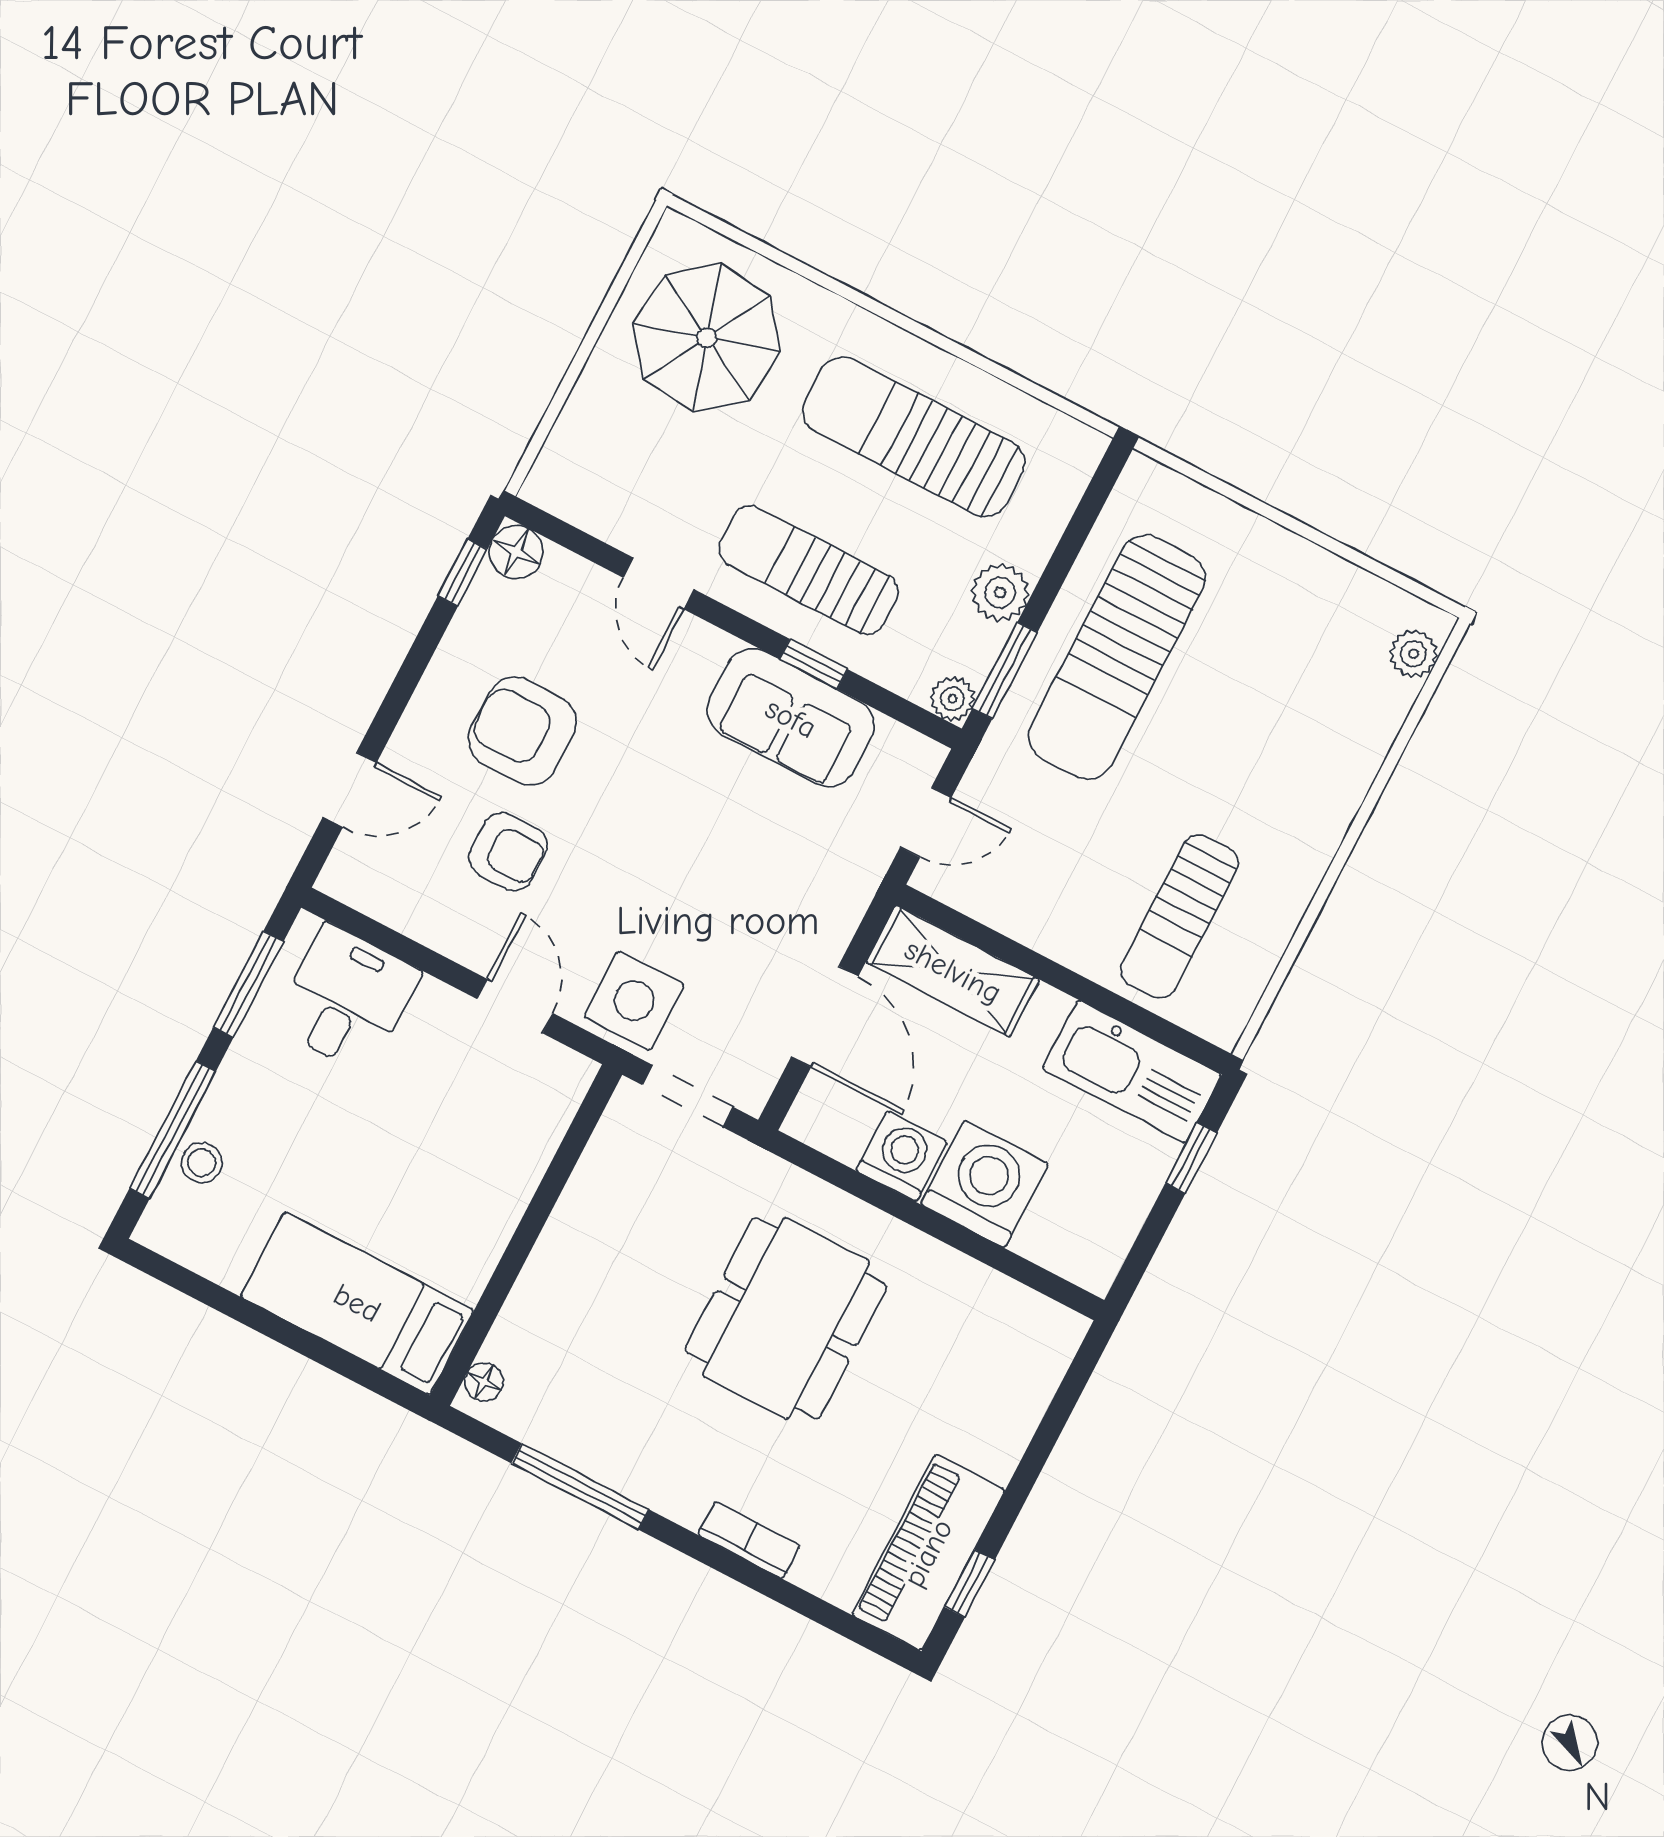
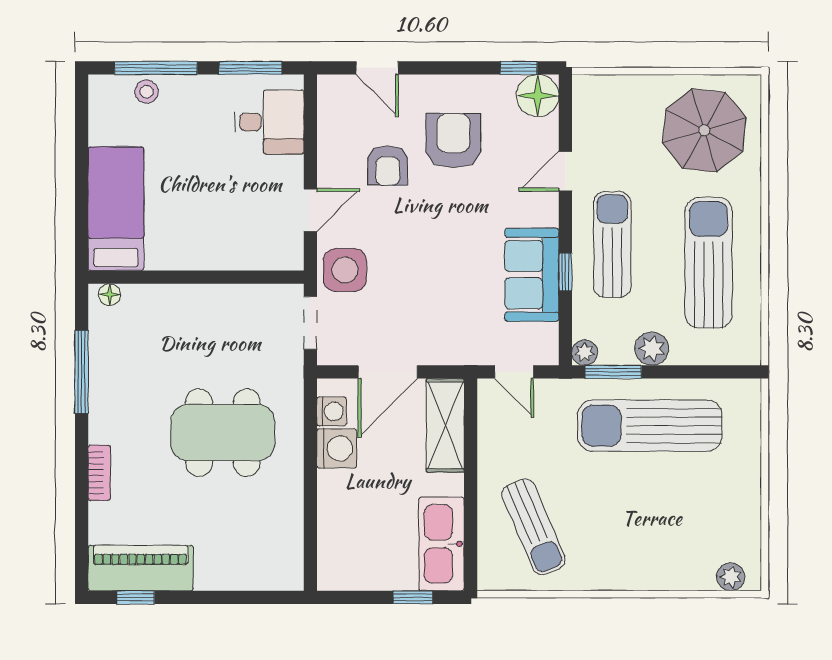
floor lamp: (516, 552) -> (538, 96), width x1.38, depth x1.38
sun lounger: (1179, 916) -> (534, 527), turned -113
washing machine: (985, 1184) -> (332, 411), moved, width x0.53, depth x0.53

